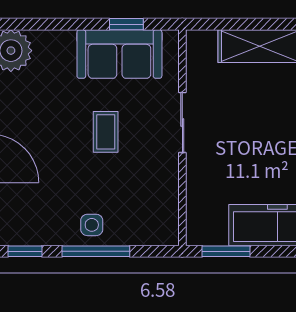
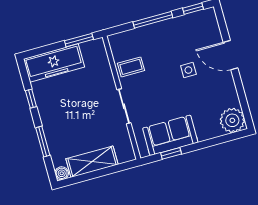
coffee table: (106, 132) -> (131, 67), moved, turned 90
side table: (92, 225) -> (188, 70), moved

